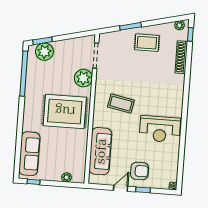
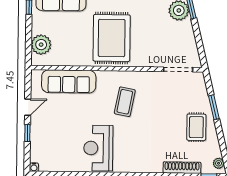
plant: (83, 78) -> (151, 57), removed
armchair: (140, 171) -> (49, 128), removed
plant: (66, 177) -> (41, 45), width x1.88, depth x1.88
door: (121, 188) -> (28, 107), hinge flipped

